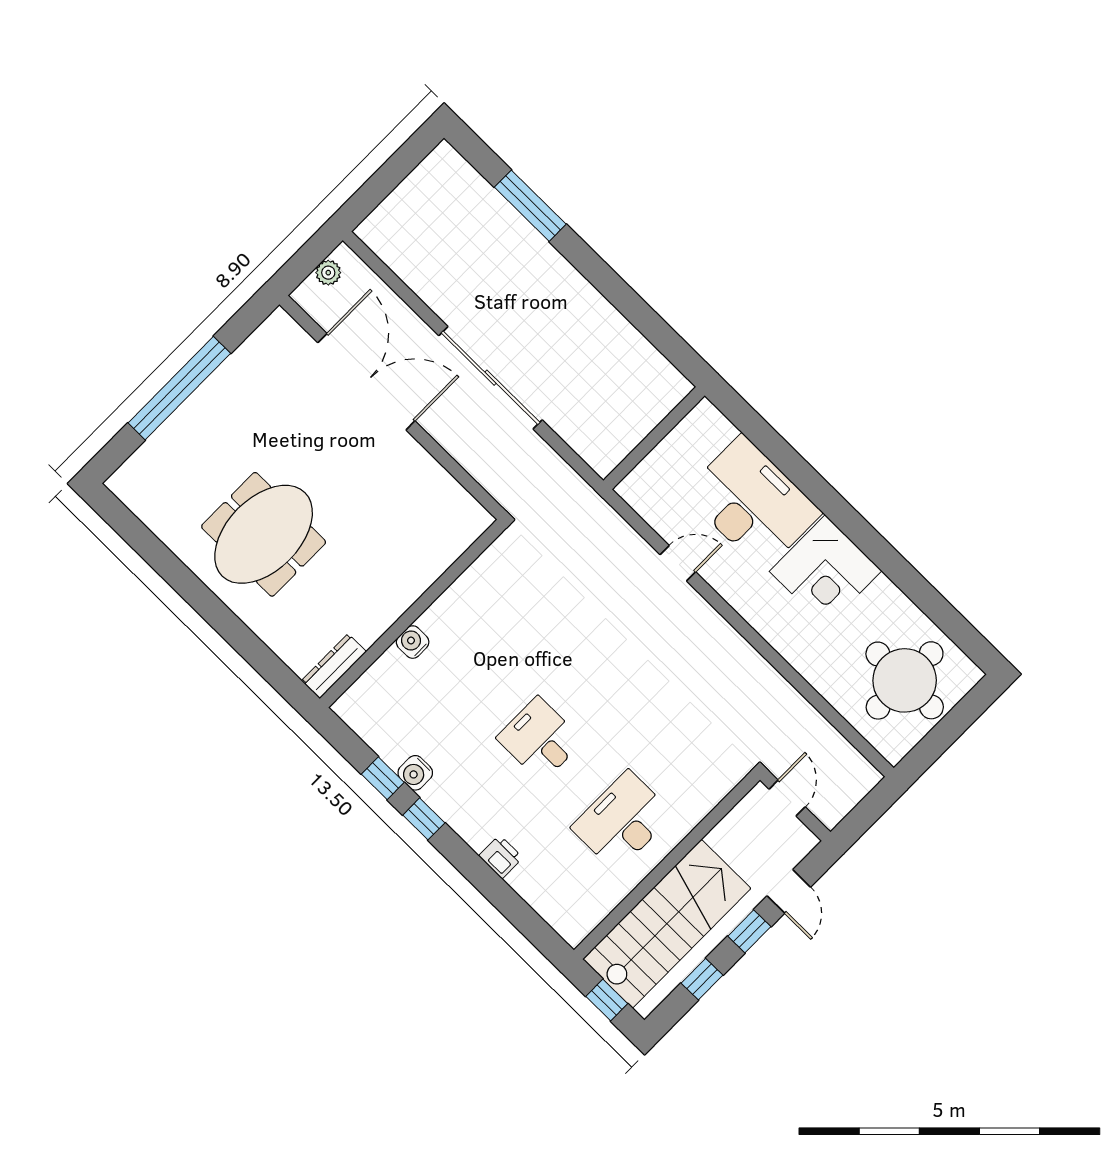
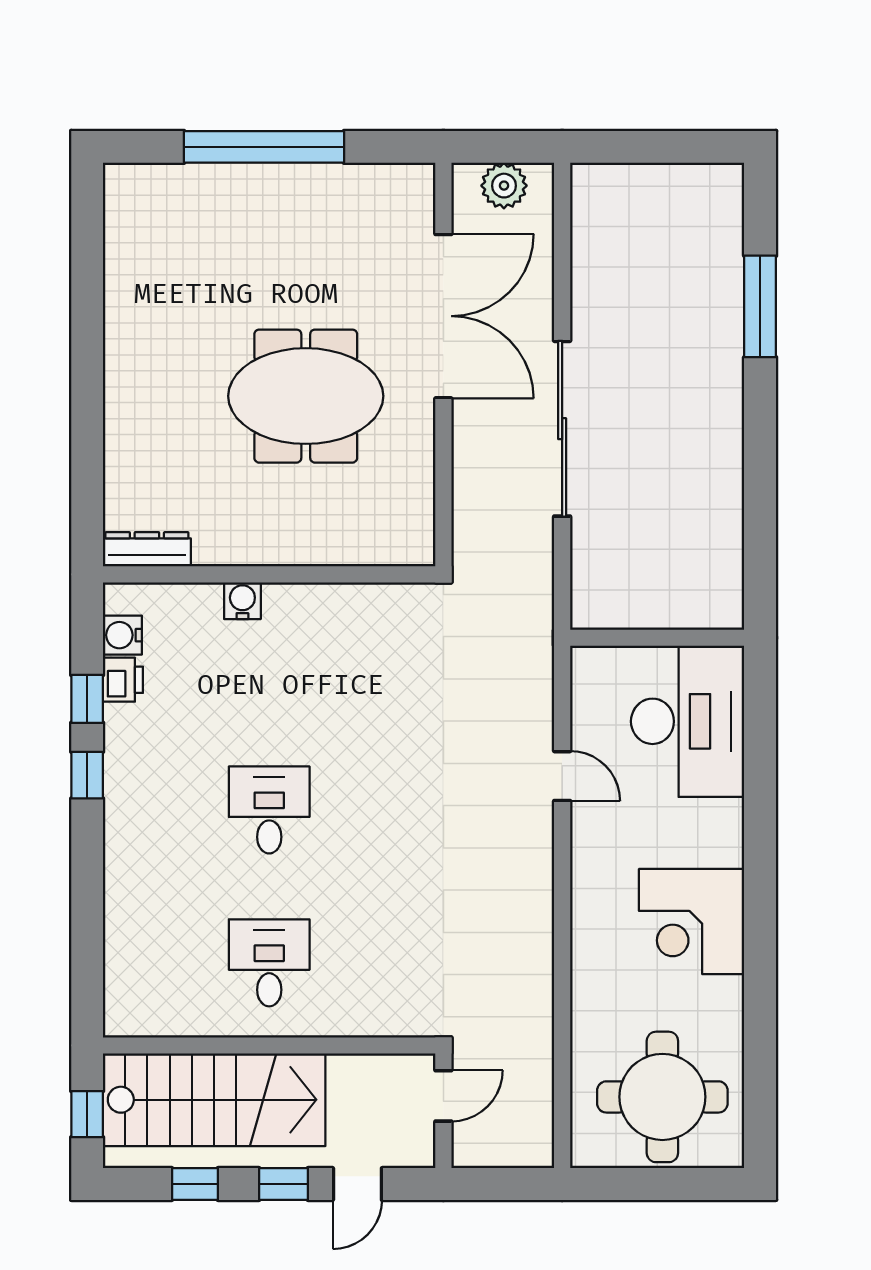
plant: (328, 273) -> (504, 186), width x1.38, depth x1.38
desk: (752, 503) -> (688, 721), moved
meeting table: (264, 534) -> (306, 396), moved
water cooler: (415, 773) -> (122, 635), moved
desk: (622, 821) -> (269, 963), width x0.73
printer: (501, 857) -> (123, 680), moved

